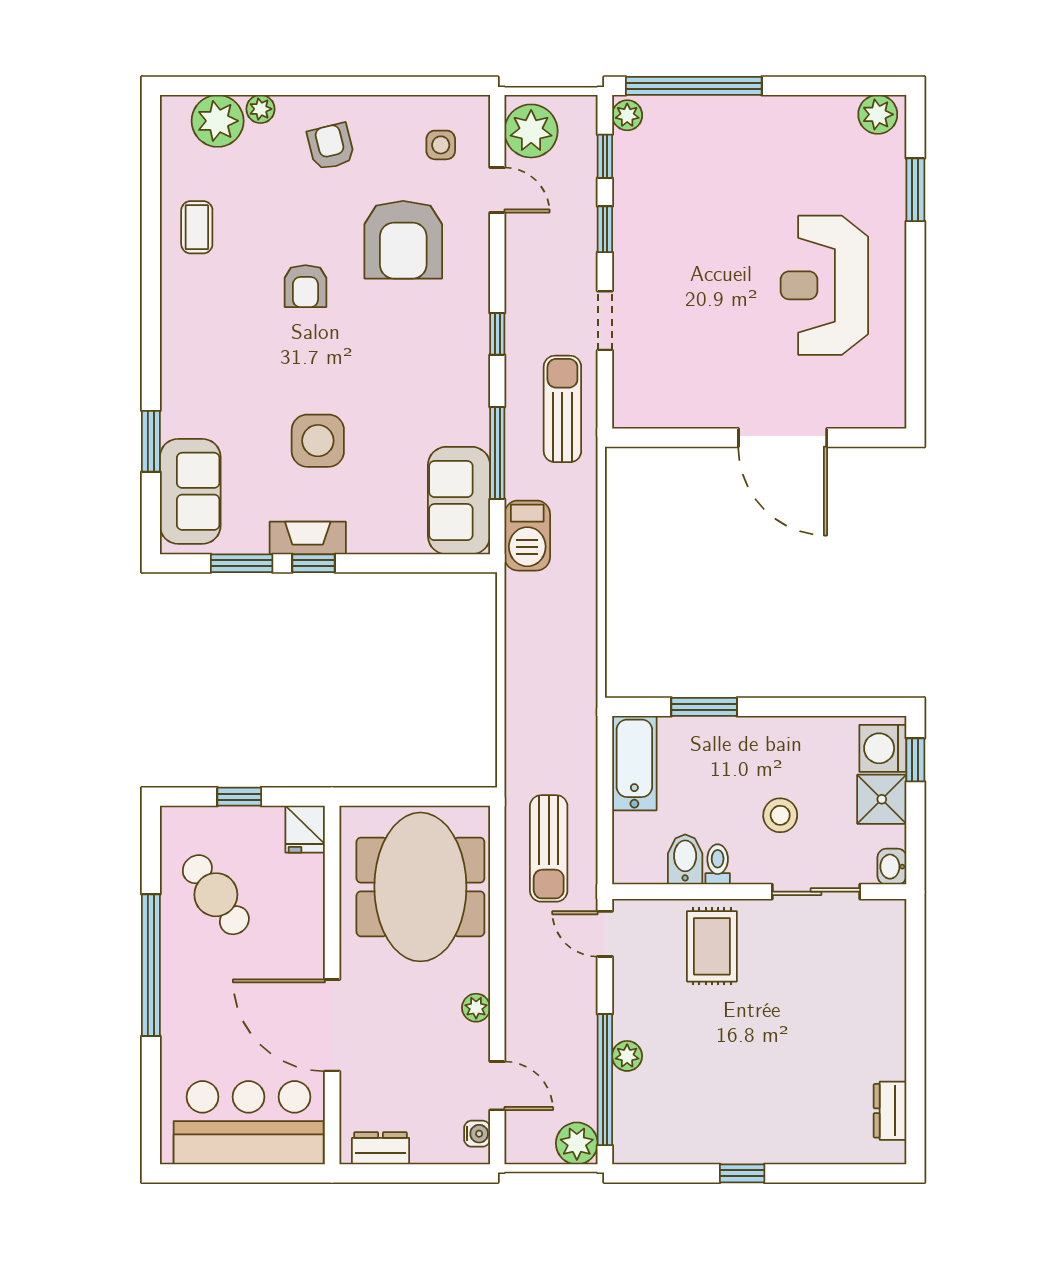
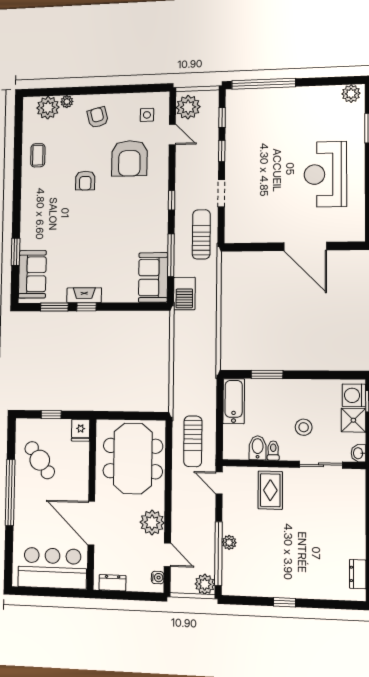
plant: (627, 115) -> (232, 98), removed
side table: (318, 441) -> (90, 251), removed
plant: (476, 1008) -> (152, 522), width x1.88, depth x1.88

